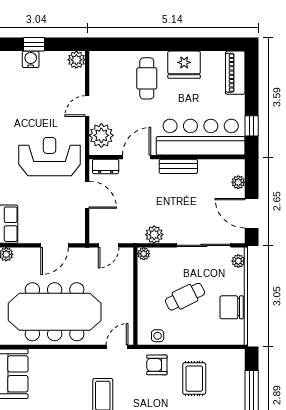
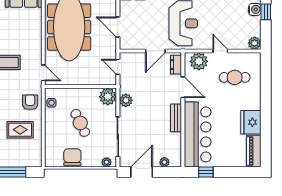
piano: (235, 73) -> (254, 151), moved, turned -90
cafe table: (147, 78) -> (235, 77), moved
plant: (144, 254) -> (108, 97), width x1.87, depth x1.87

